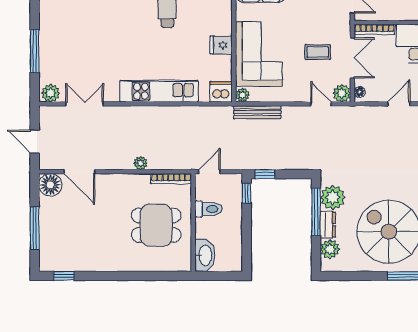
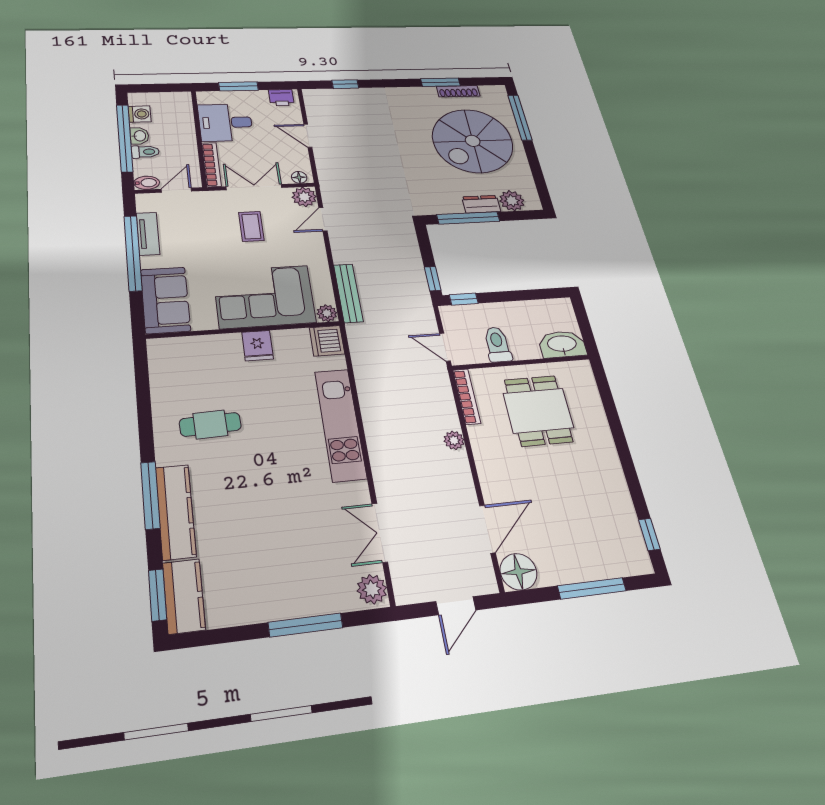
plant: (333, 197) -> (445, 201), removed

